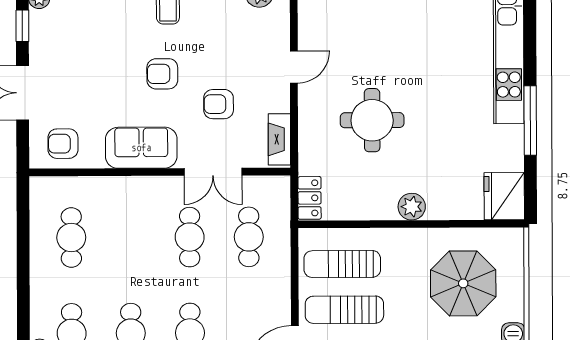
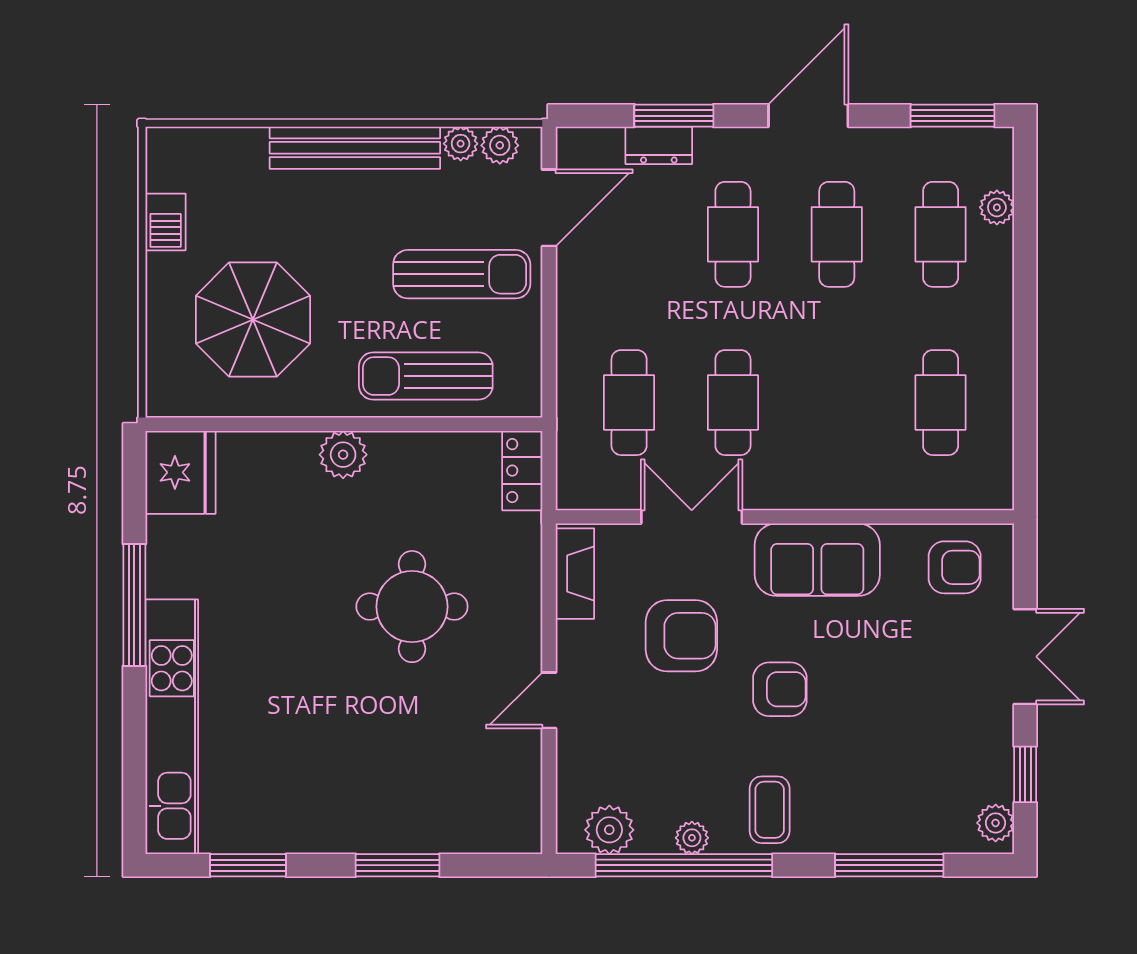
armchair: (219, 104) -> (681, 636), width x1.38, depth x1.38
sun lounger: (342, 264) -> (426, 376), moved, turned 180

